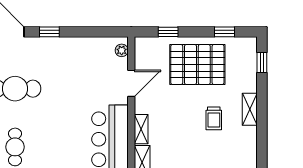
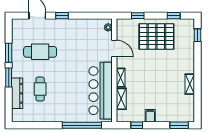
door: (131, 83) -> (114, 48), hinge flipped
shelving: (250, 109) -> (190, 84), moved
trolley: (214, 118) -> (167, 71), removed

